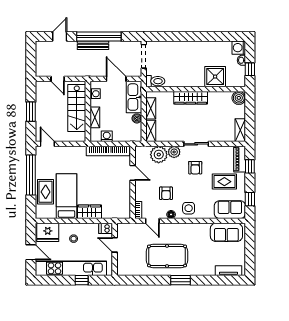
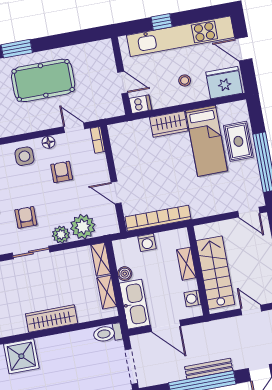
washing machine: (107, 136) -> (147, 242), moved

